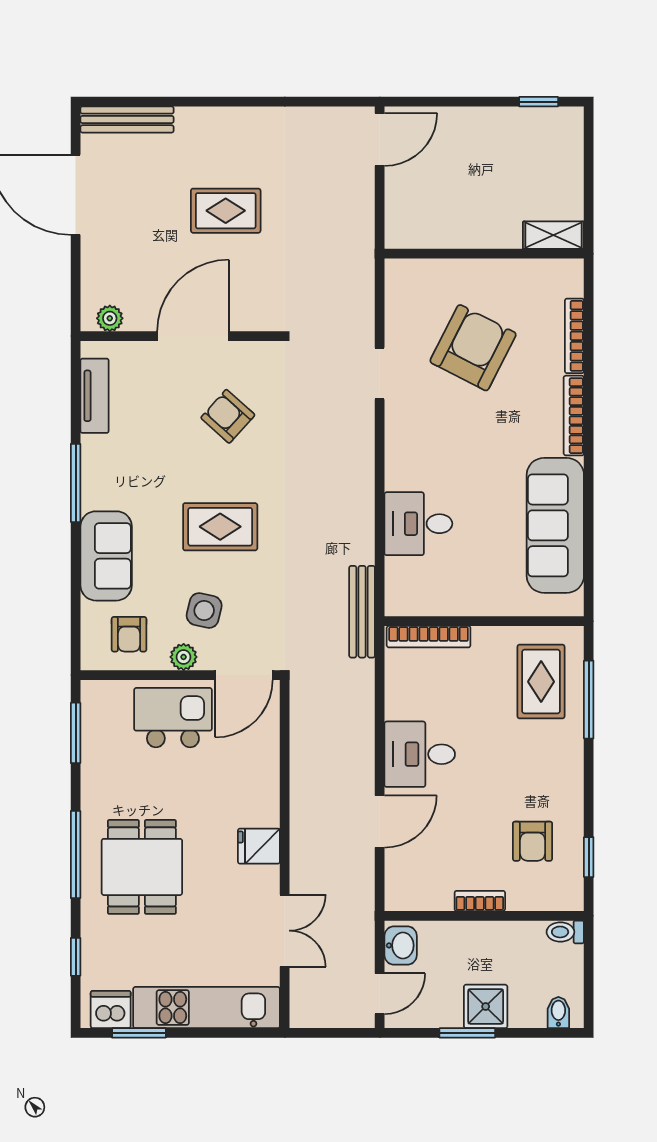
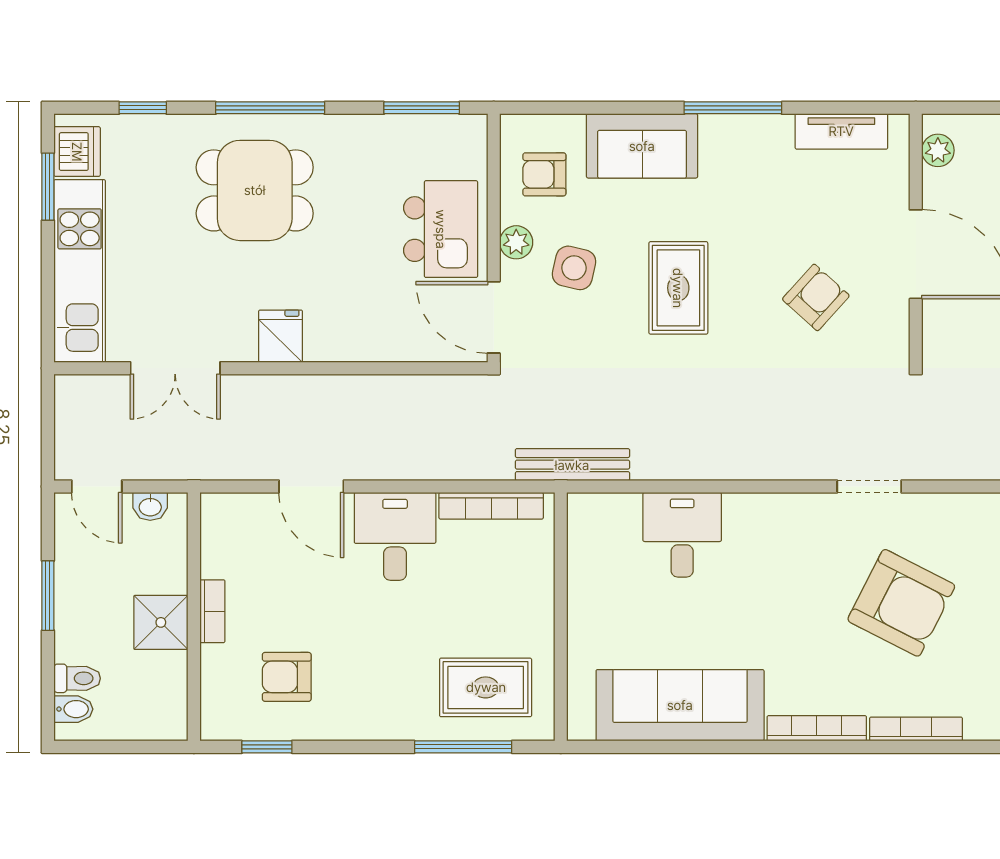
bookcase: (429, 637) -> (491, 506), moved, turned -90
toilet: (565, 932) -> (77, 678), moved, turned 90
washbasin: (401, 945) -> (150, 506), width x0.72, depth x0.69
shower: (486, 1006) -> (161, 622), moved

